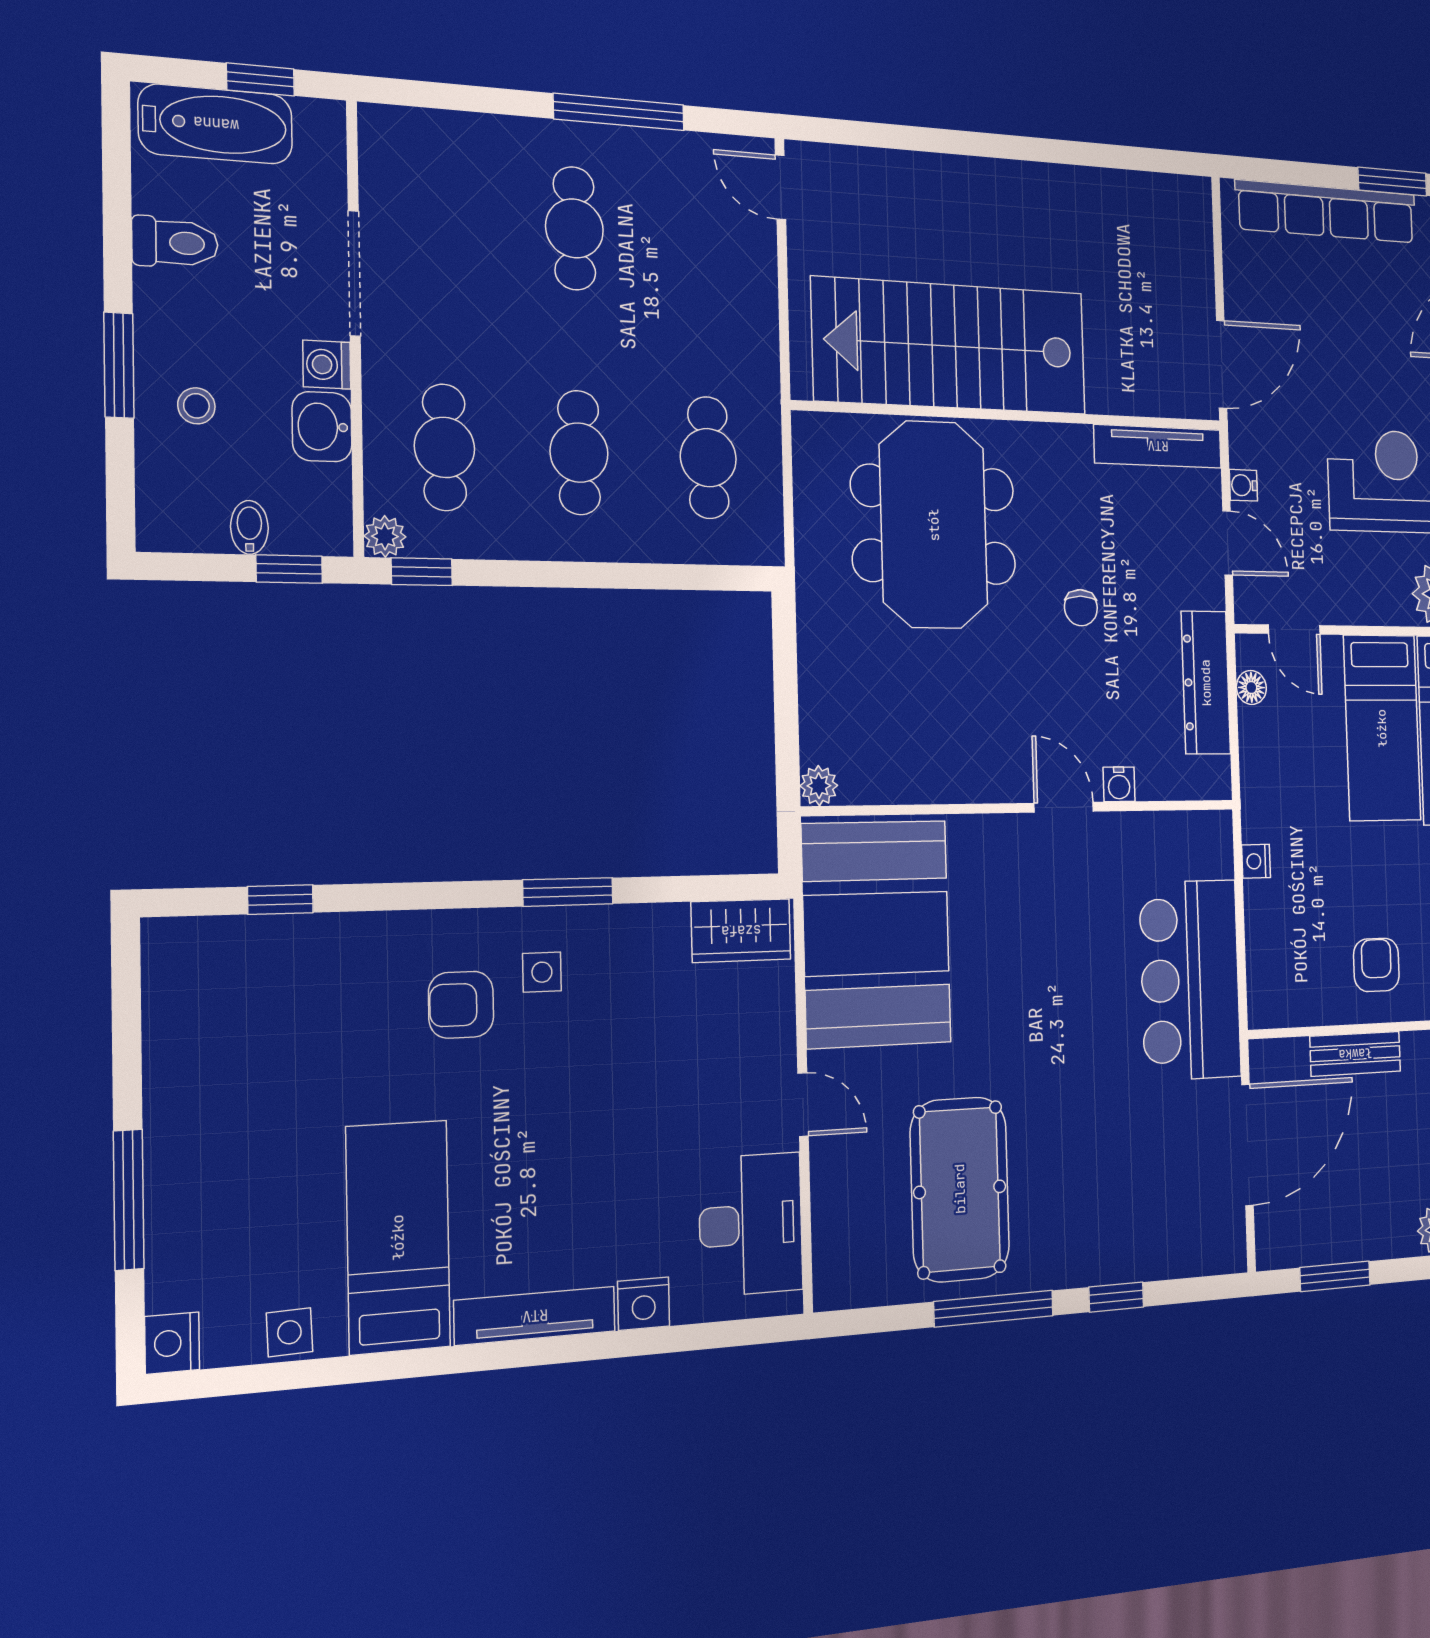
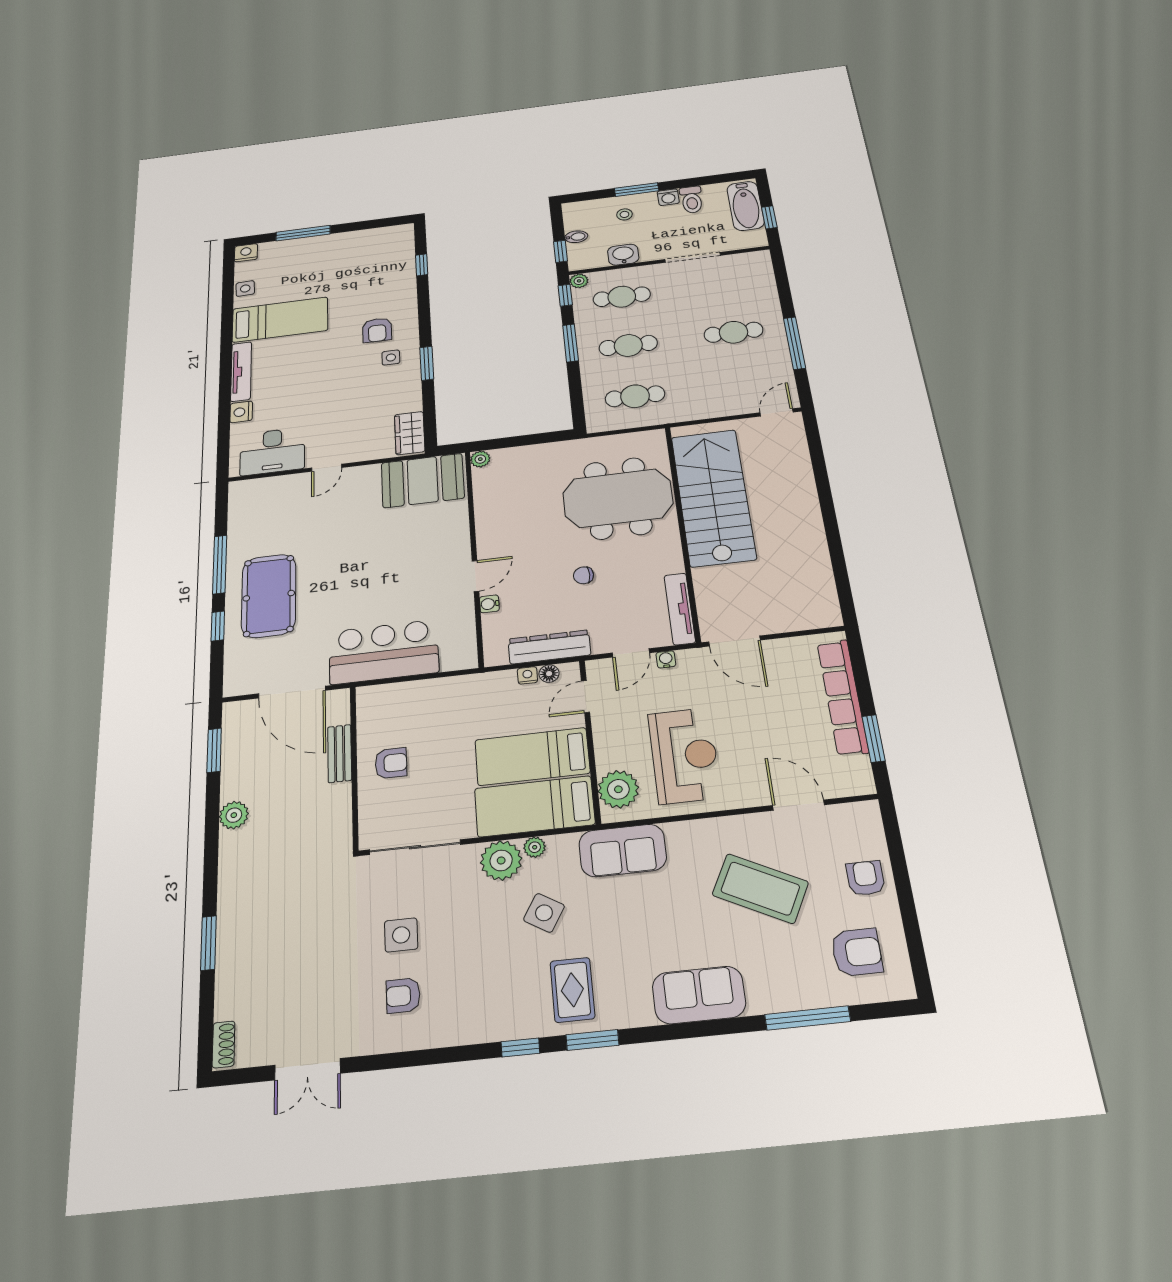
washing machine: (327, 365) -> (668, 197), moved, turned 180
window: (556, 574) -> (570, 343), added
nightstand: (1256, 861) -> (527, 675), moved
booth: (876, 934) -> (423, 481), width x0.73, depth x0.70
armchair: (461, 1005) -> (377, 330), turned 180
pool table: (960, 1189) -> (269, 596), moved, turned 90

